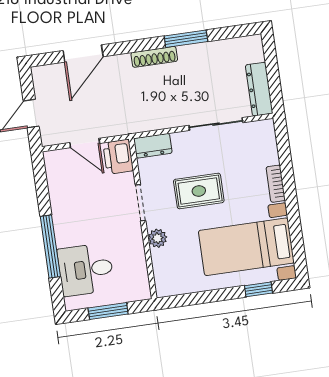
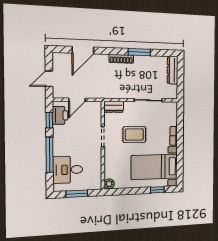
dresser: (259, 89) -> (173, 70), moved
door: (85, 143) -> (77, 100), hinge flipped
printer: (118, 157) -> (60, 115), moved, turned 180
window: (42, 186) -> (49, 120), added
plant: (157, 238) -> (109, 184), moved

